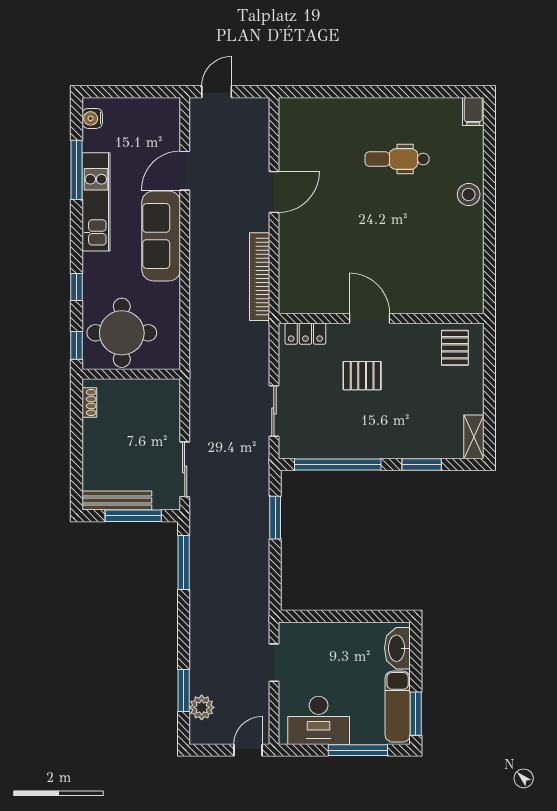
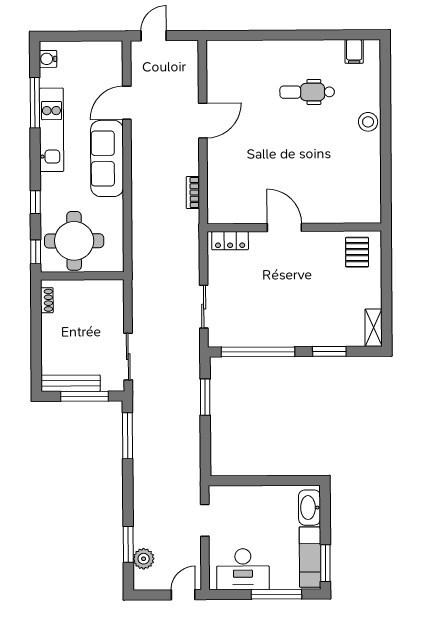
filing cabinet: (473, 111) -> (354, 51), moved
bookcase: (260, 277) -> (193, 193), width x0.43, depth x0.76
pallet: (362, 376) -> (278, 276), removed

